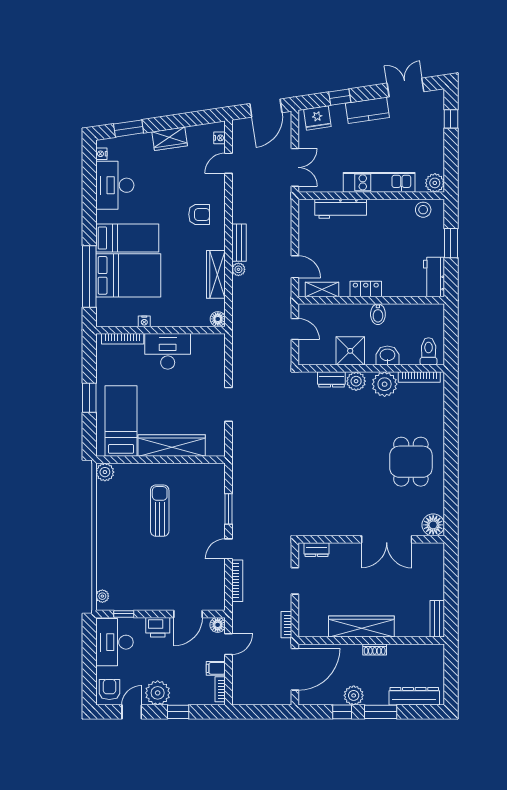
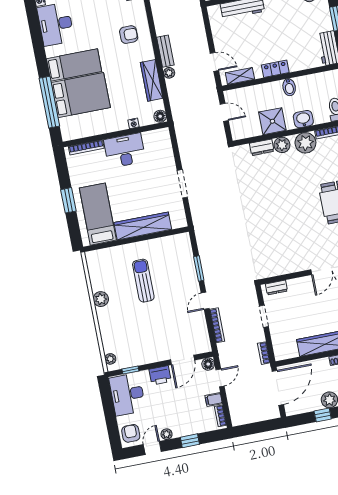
nightstand: (144, 321) -> (134, 123), moved
plant: (105, 472) -> (101, 299), moved
plant: (158, 693) -> (167, 434), width x0.53, depth x0.53

